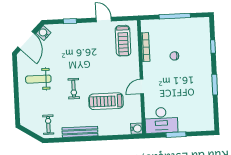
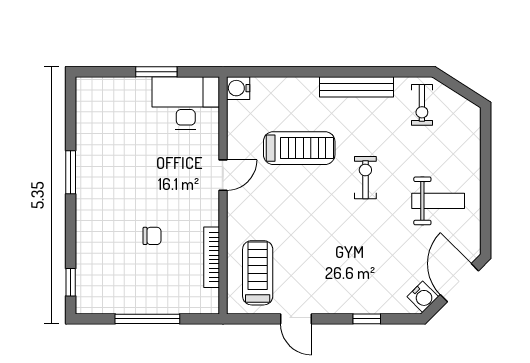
window: (213, 47) -> (71, 282), moved

